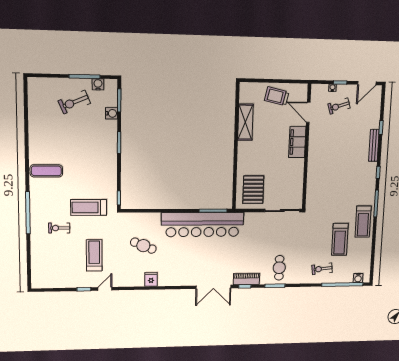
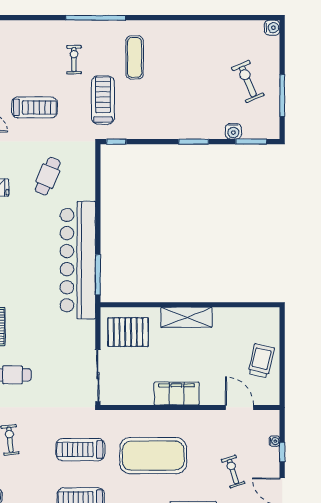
water cooler: (98, 84) -> (272, 28), moved
exercise bike: (339, 106) -> (233, 472), moved
door: (308, 112) -> (240, 407), hinge flipped
shelving: (245, 122) -> (186, 317), moved
filing cabinet: (297, 142) -> (177, 393), moved
exercise mat: (46, 171) -> (135, 57), moved
exercise mat: (338, 173) -> (153, 456), added
treadmill: (340, 239) -> (80, 450), moved

